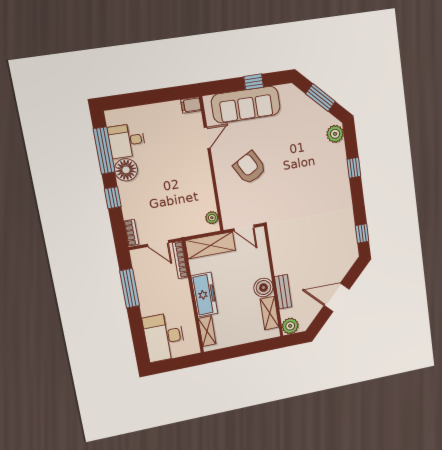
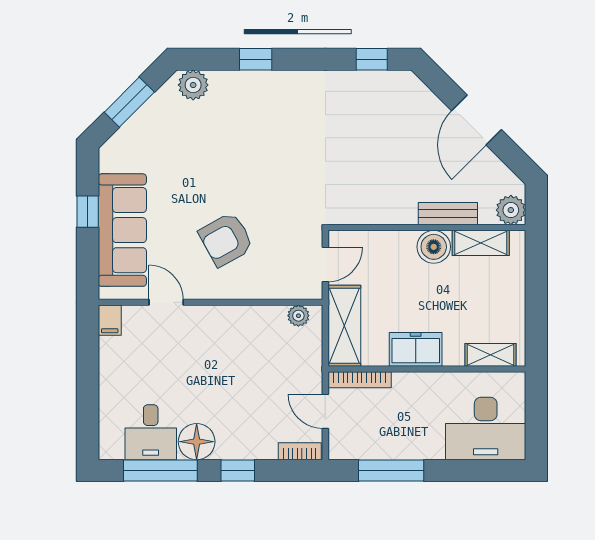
door: (158, 243) -> (325, 411), swing flipped
freezer: (204, 295) -> (416, 349), width x0.71

